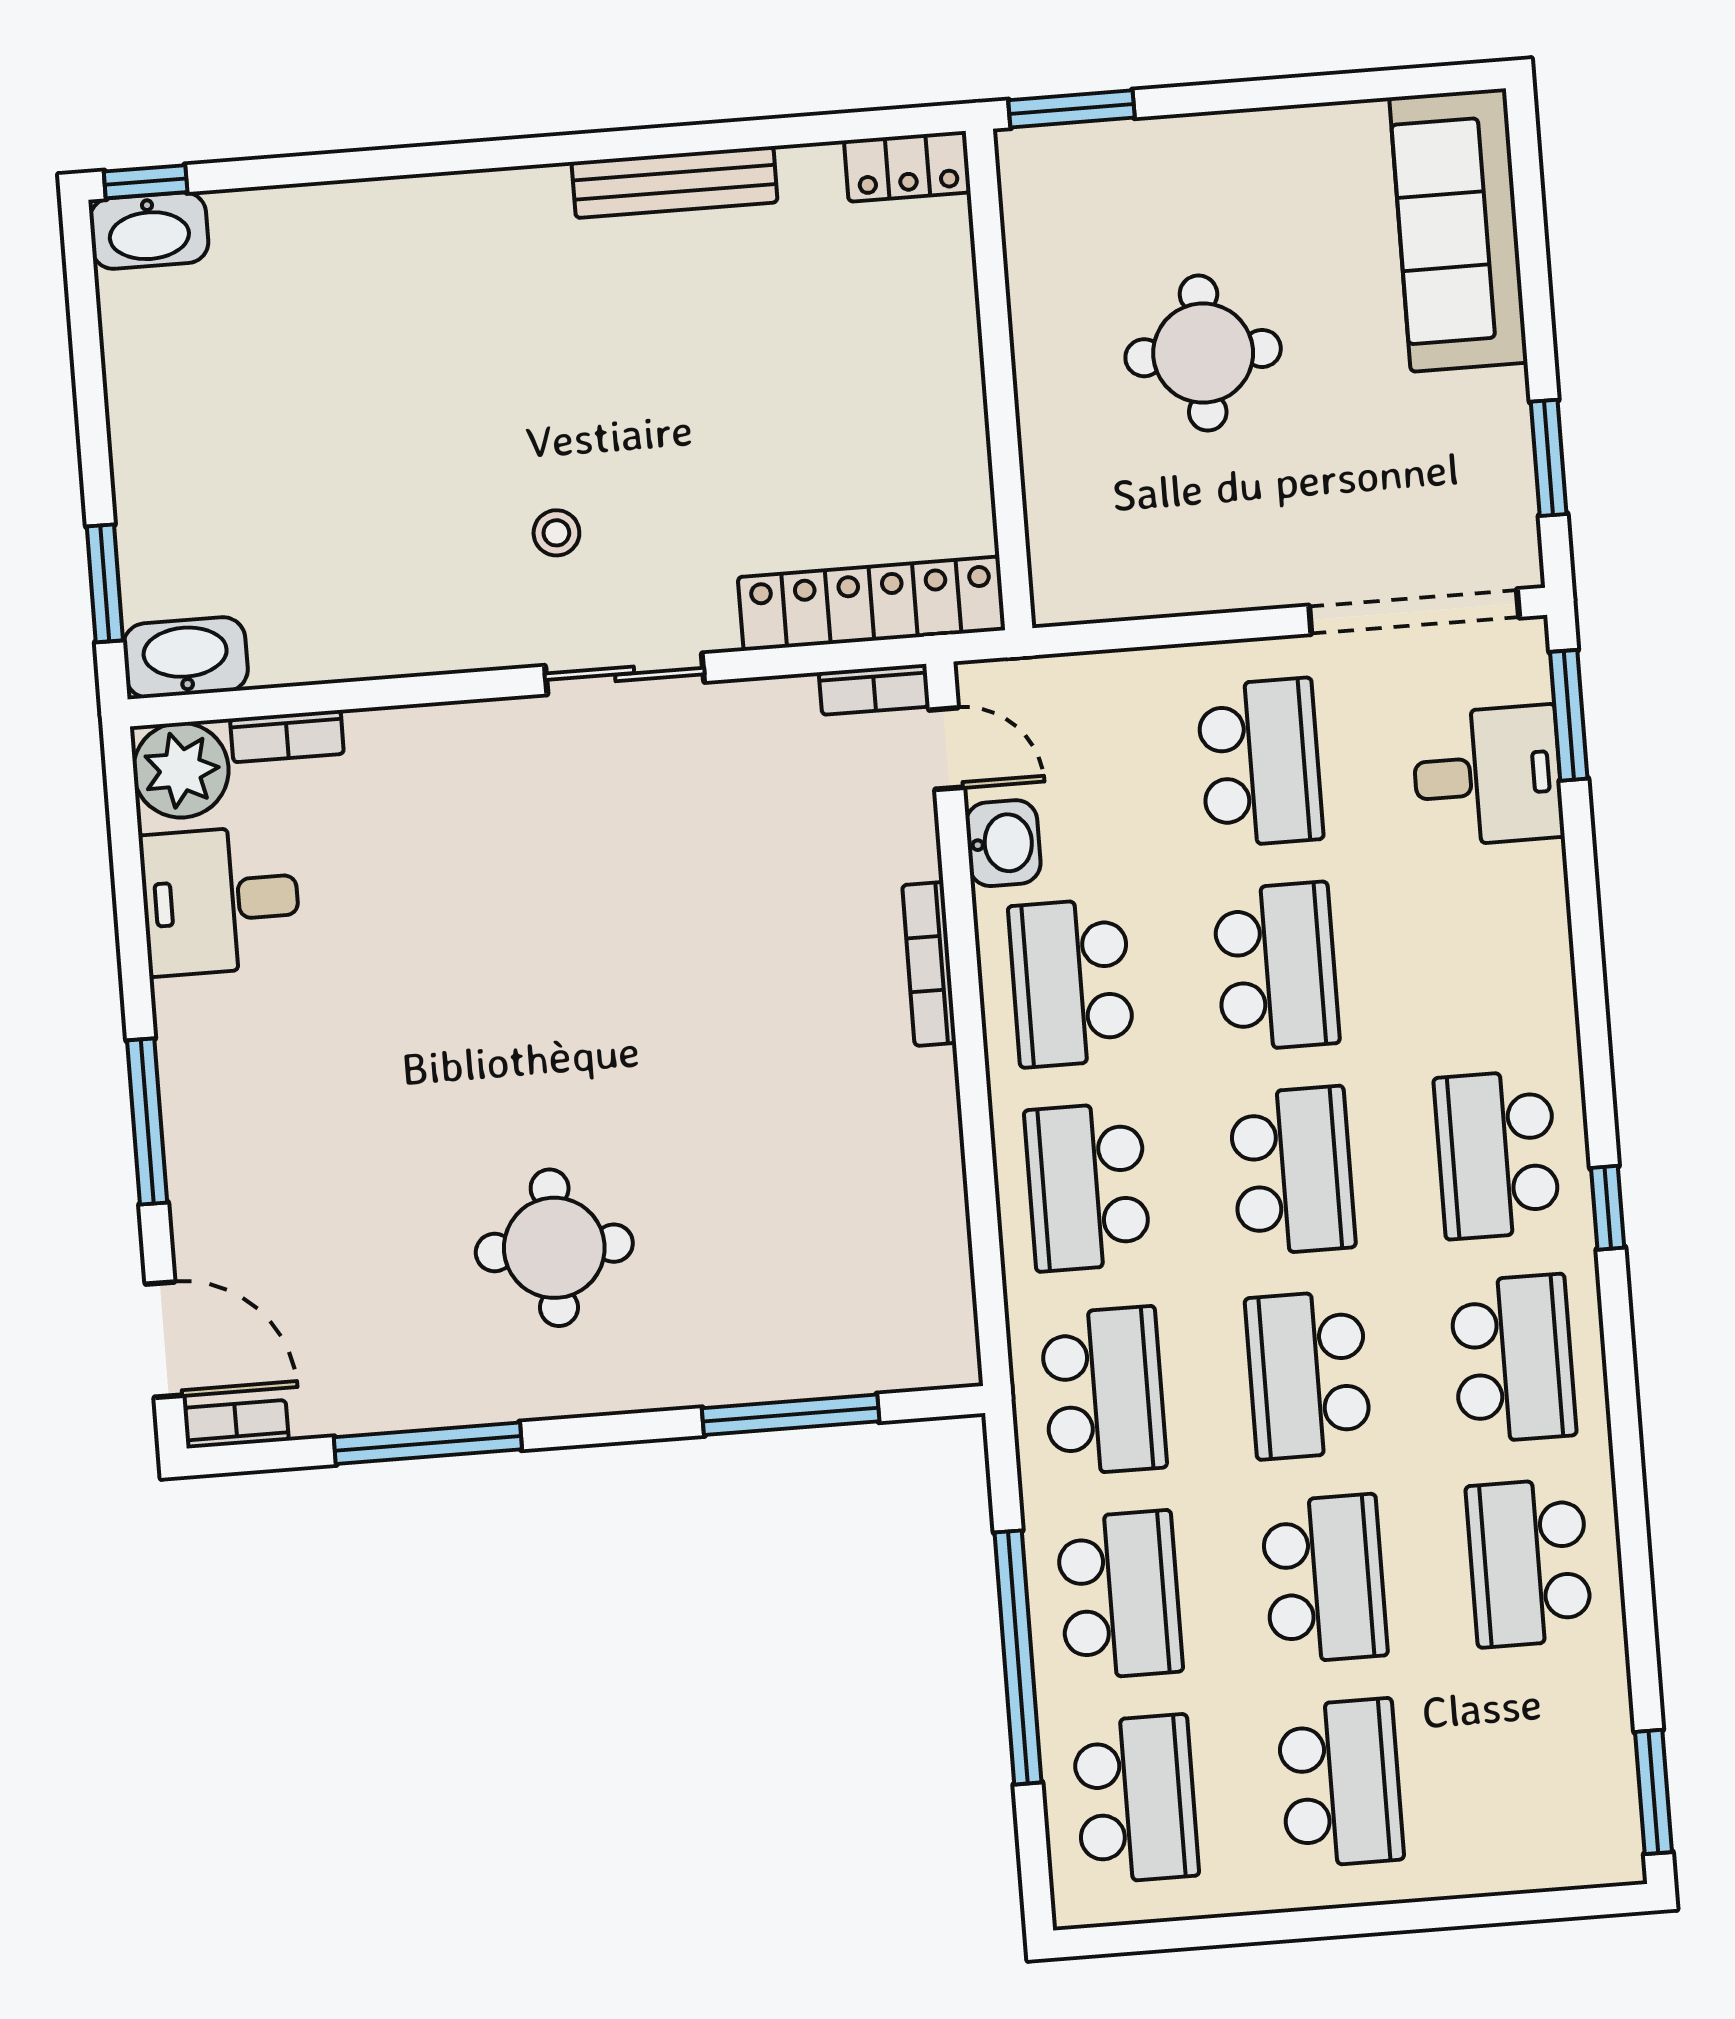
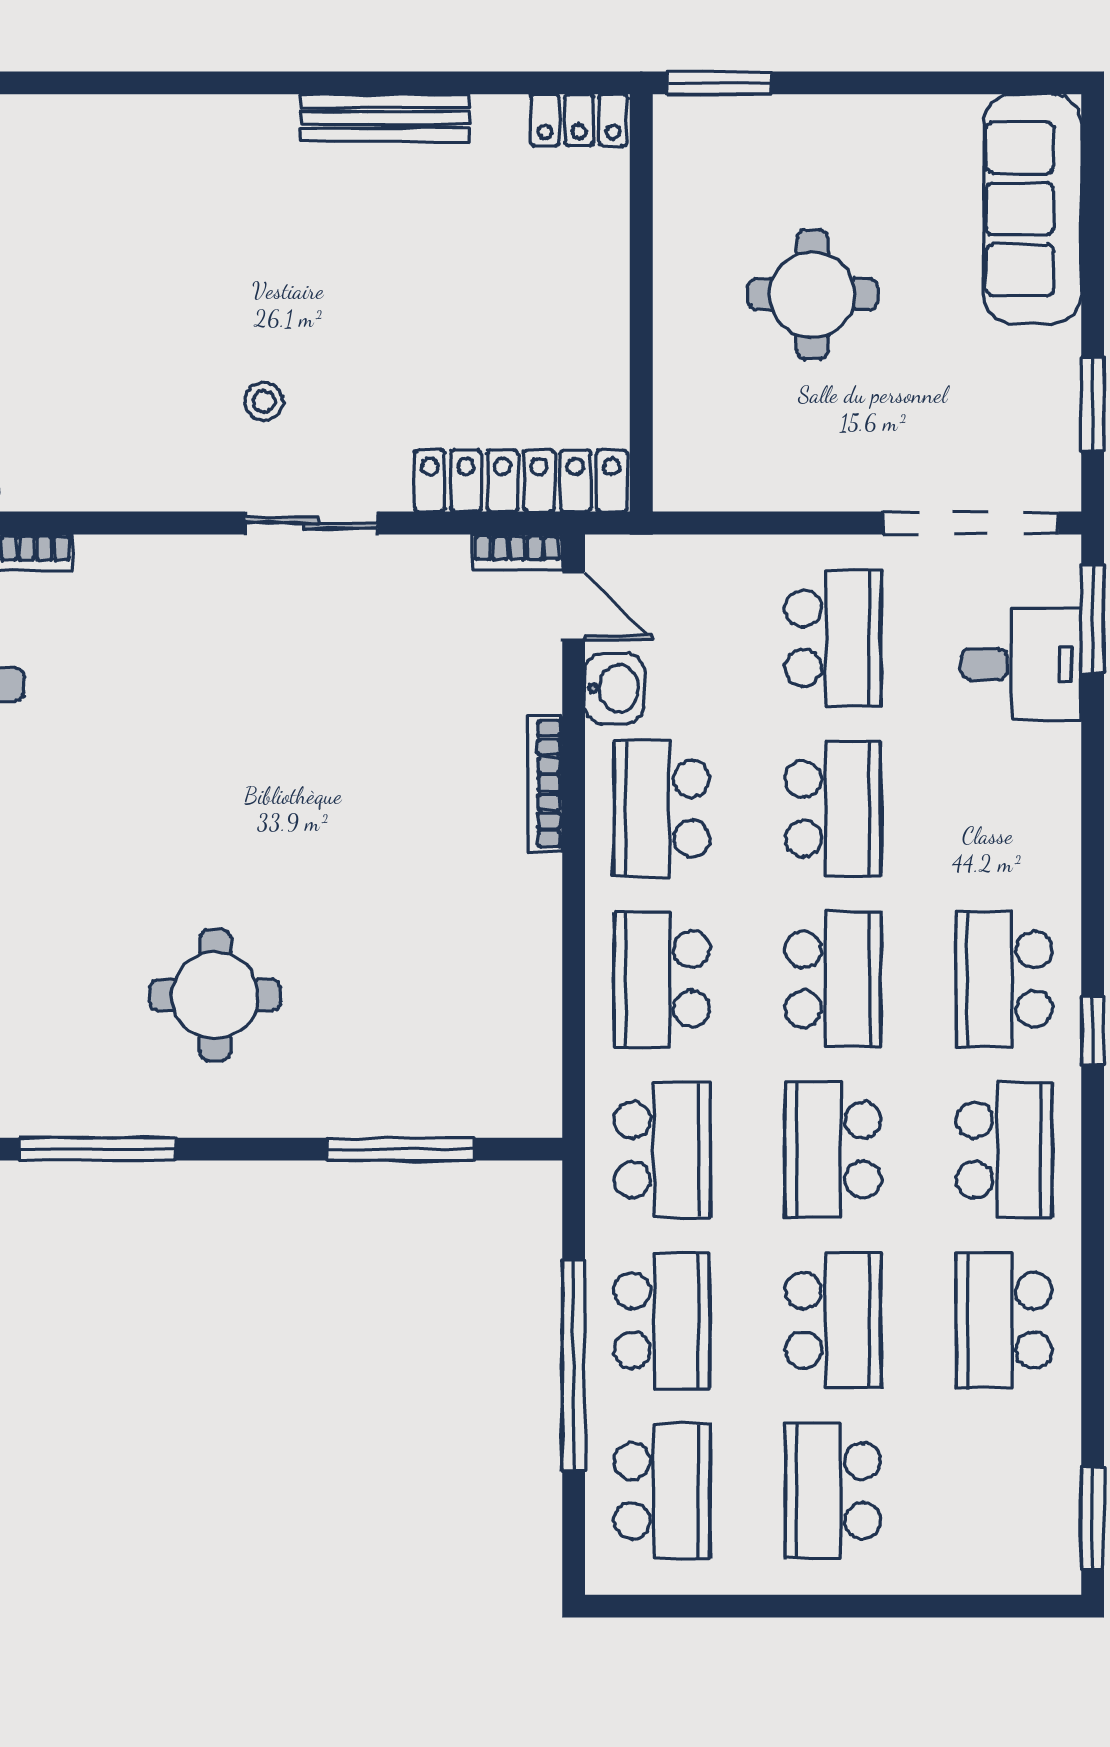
school desk: (1340, 1783) -> (833, 1491), turned 180

